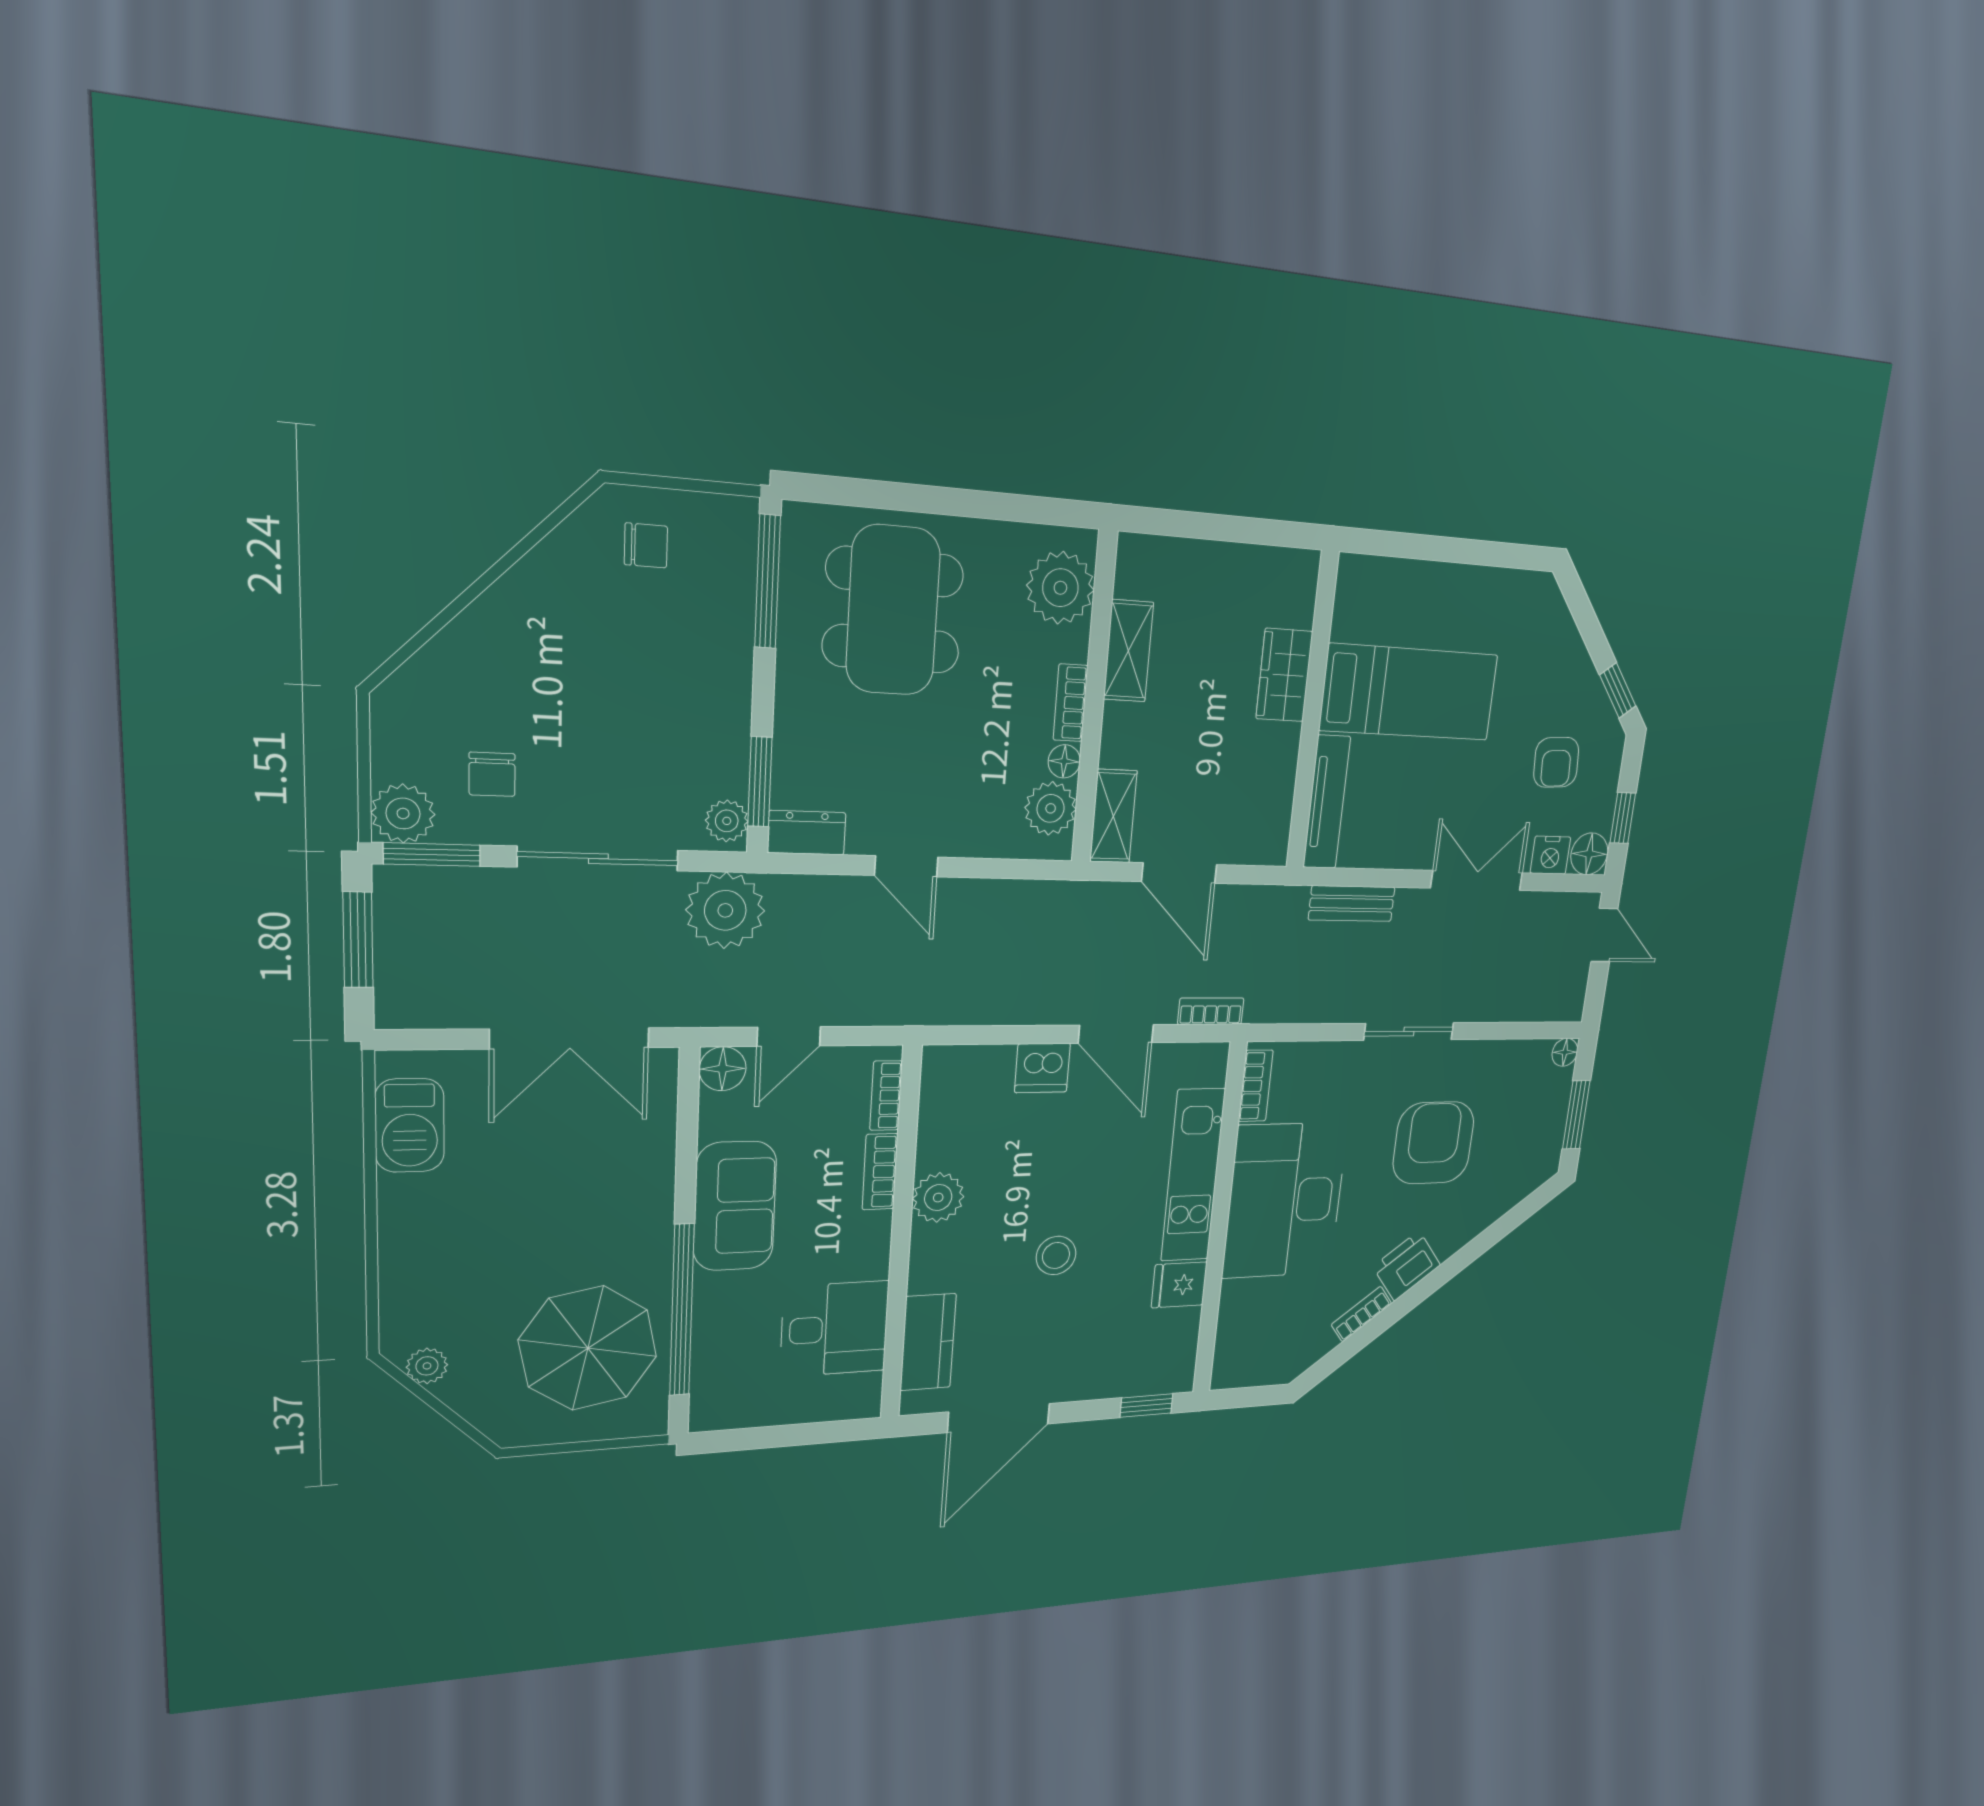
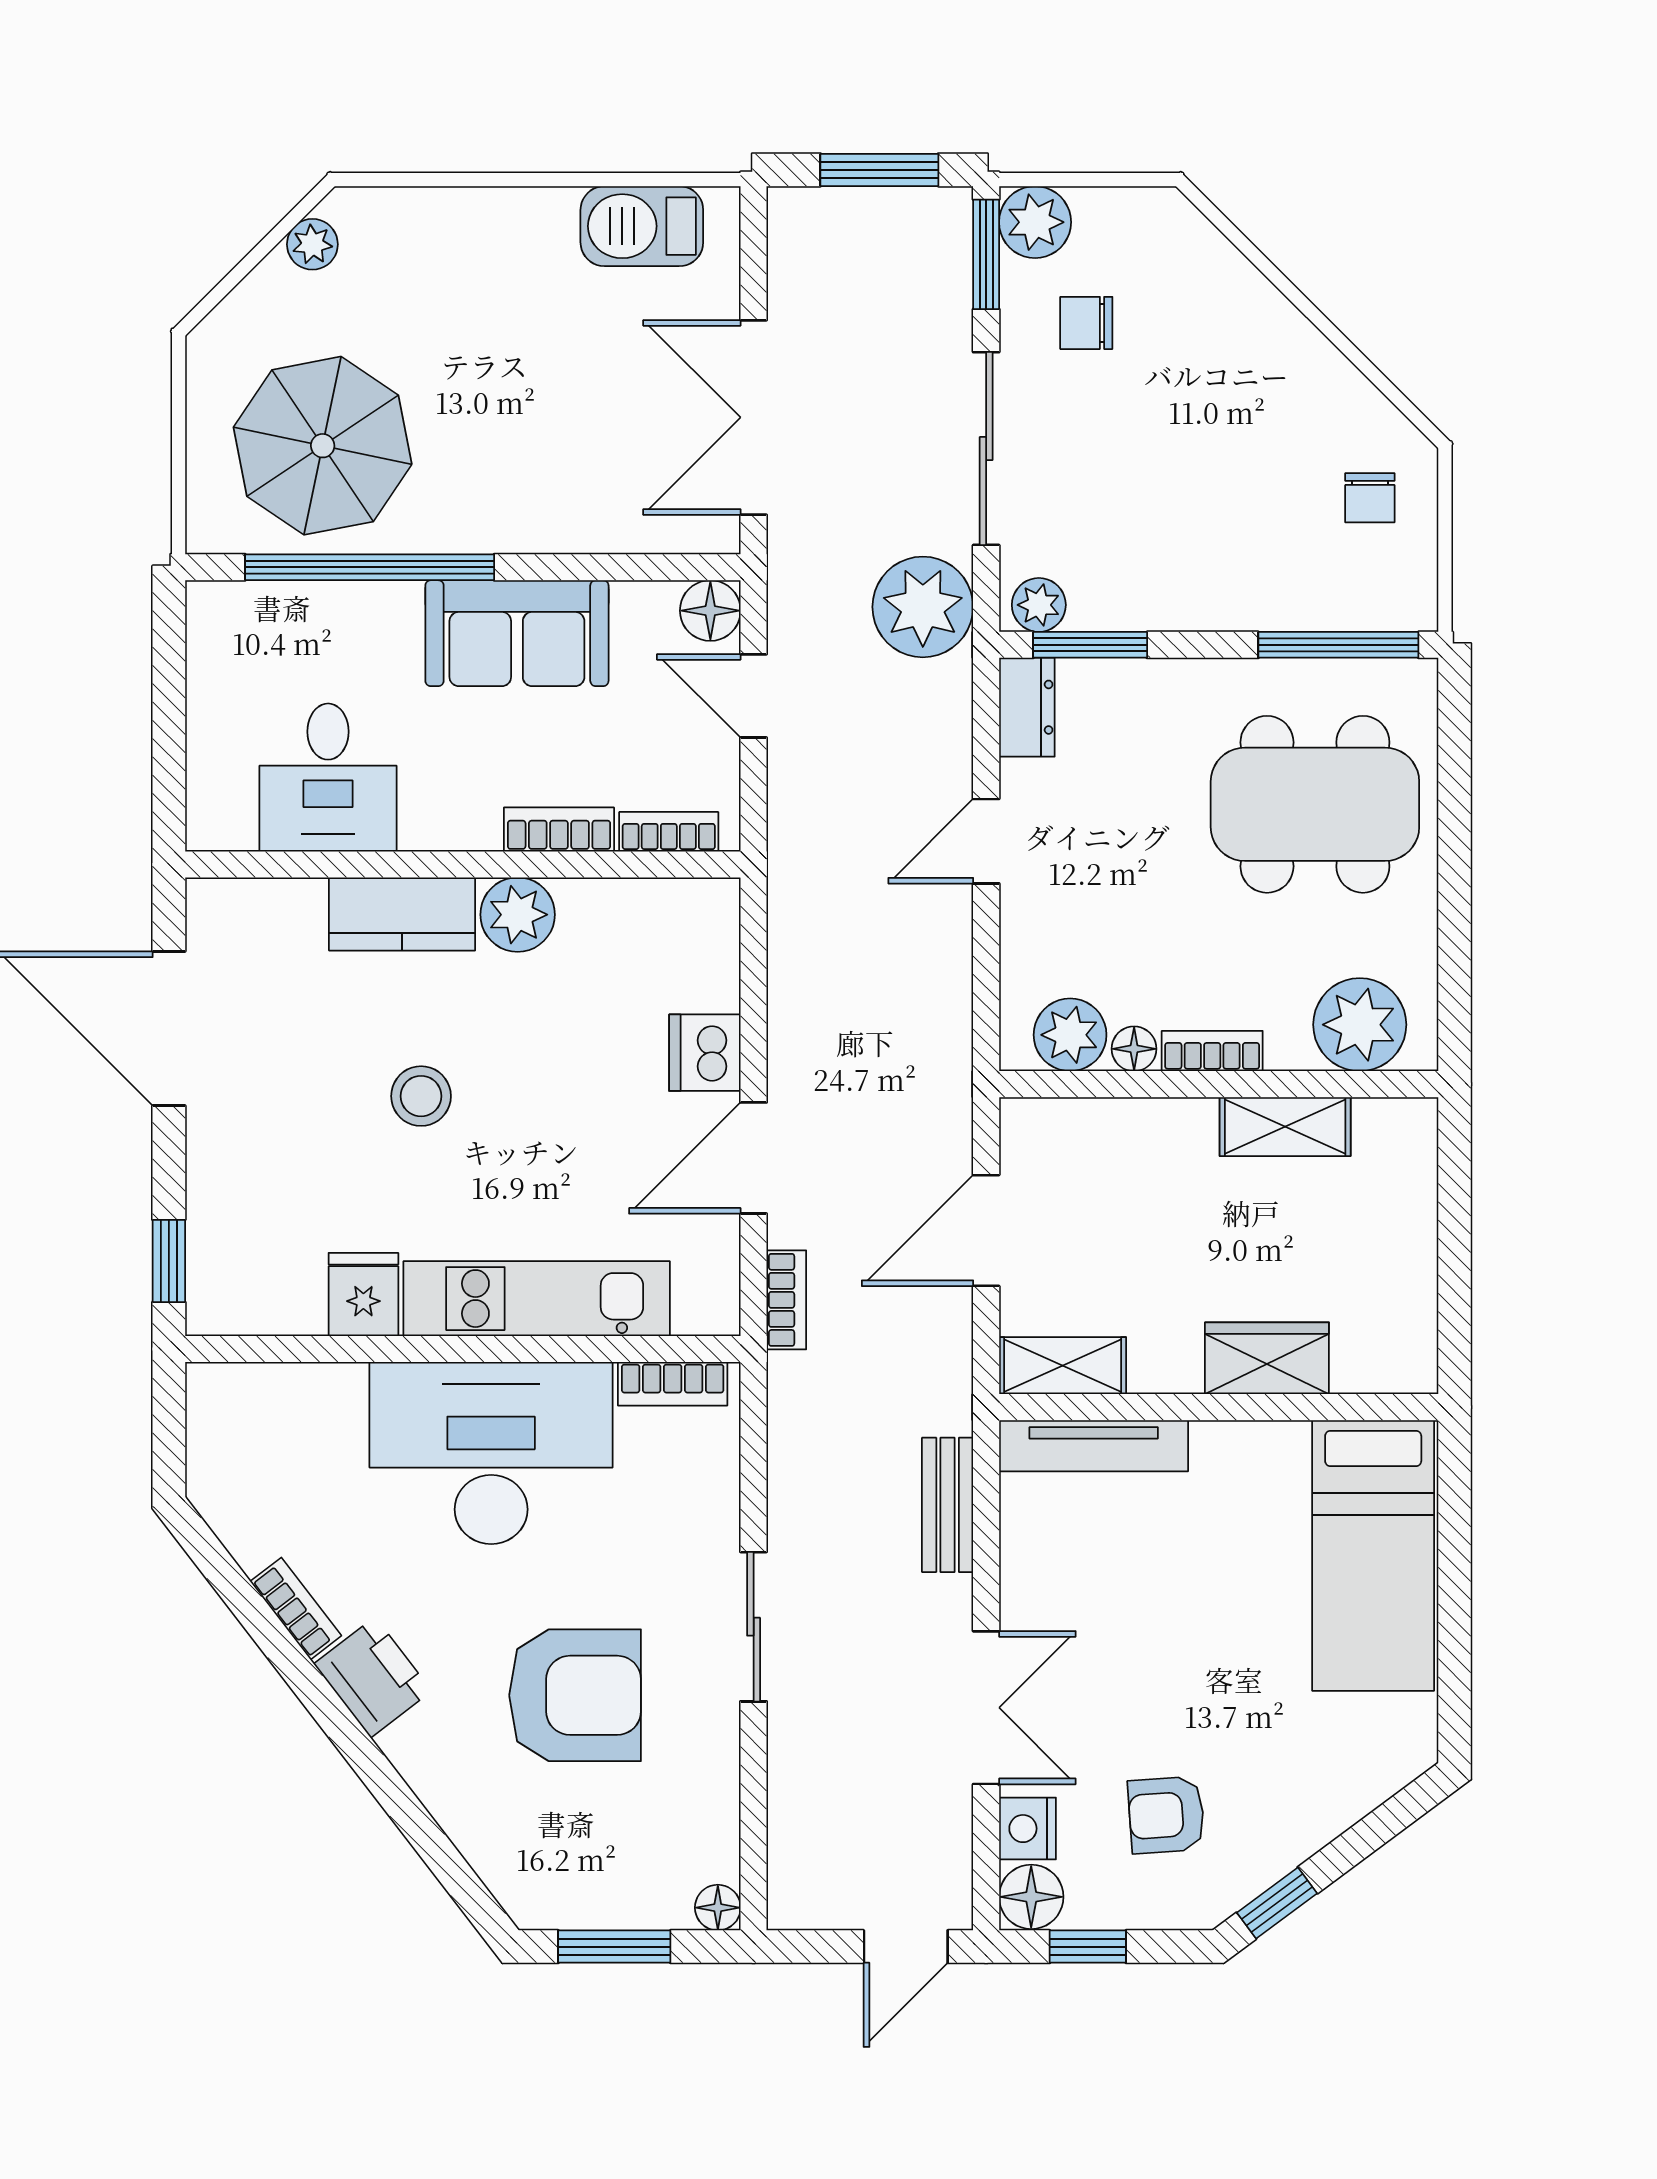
bed: (1409, 692) -> (1373, 1555), moved
shelving: (1113, 816) -> (1063, 1366), moved
kitchen counter: (928, 1342) -> (402, 914), moved

